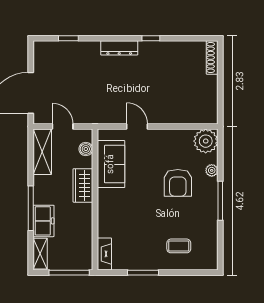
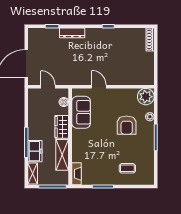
dresser: (119, 48) -> (72, 33), moved
shelving: (42, 152) -> (62, 155), moved

